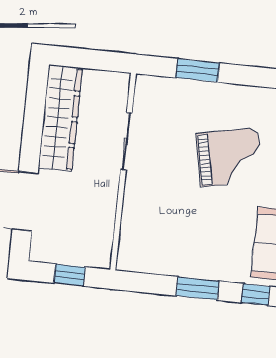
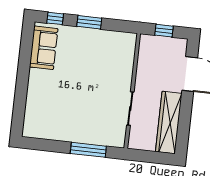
window: (198, 70) -> (88, 150), width x1.44
grand piano: (230, 157) -> (70, 99), removed

